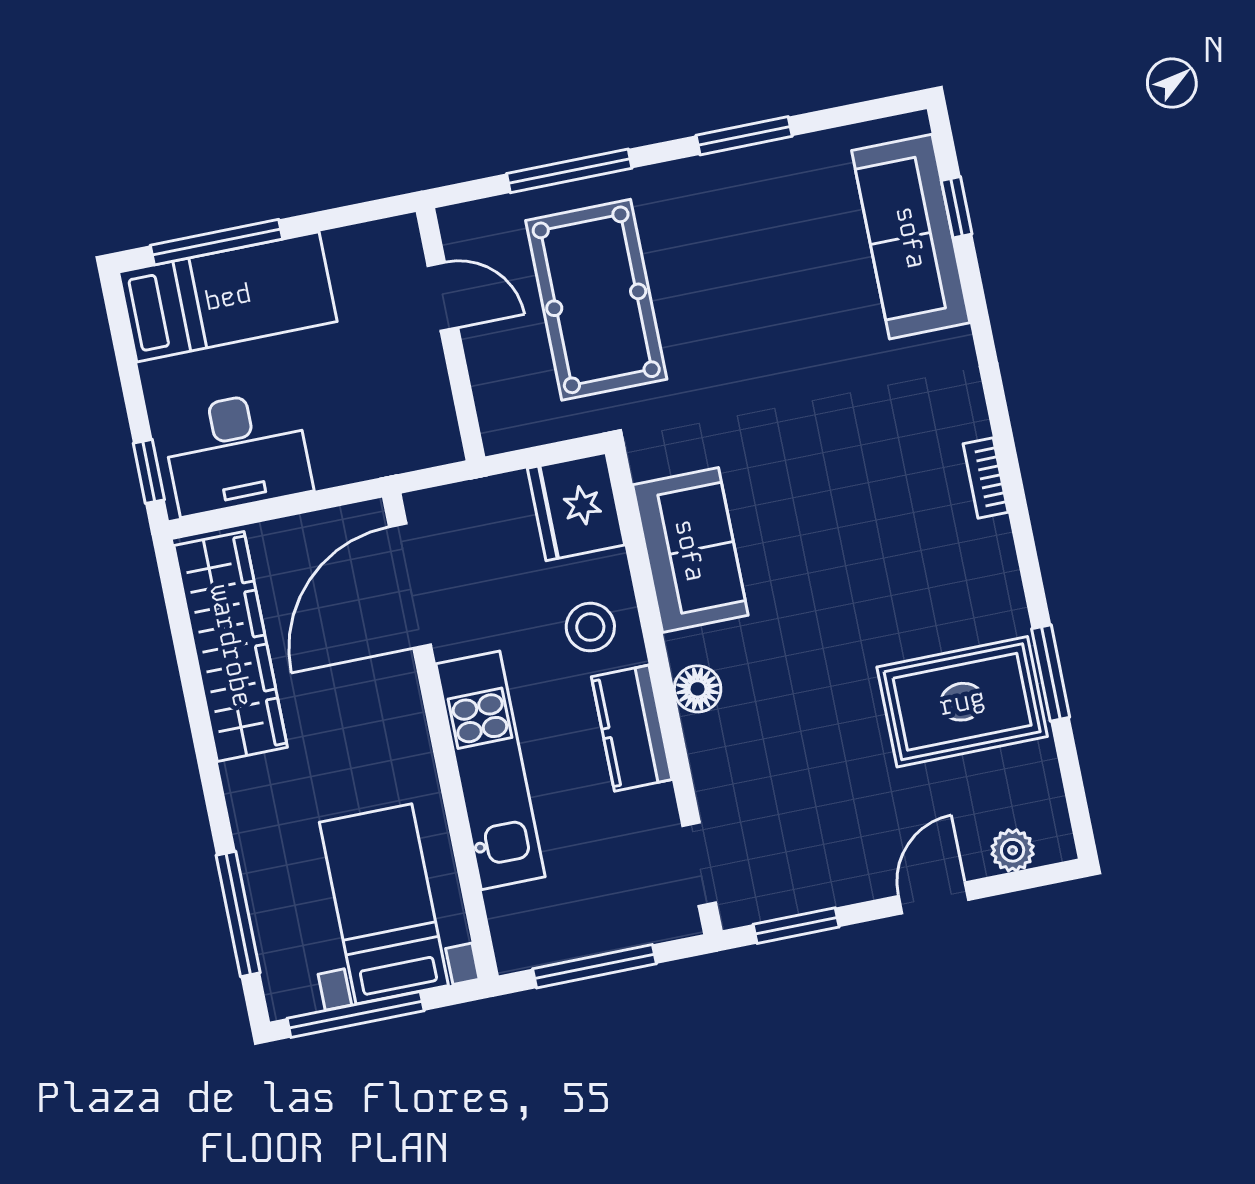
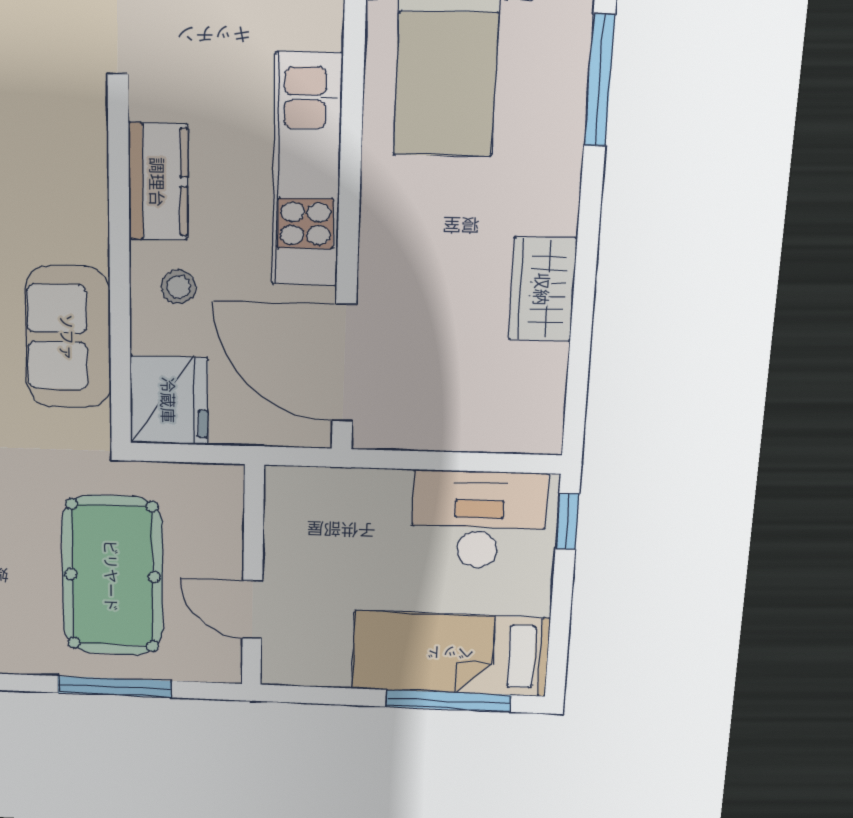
door: (410, 586) -> (344, 363), swing flipped
stool: (590, 627) -> (178, 287), width x0.73, depth x0.73
wardrobe: (231, 646) -> (543, 289), width x0.48, depth x0.85
floor lamp: (698, 689) -> (86, 206), removed

